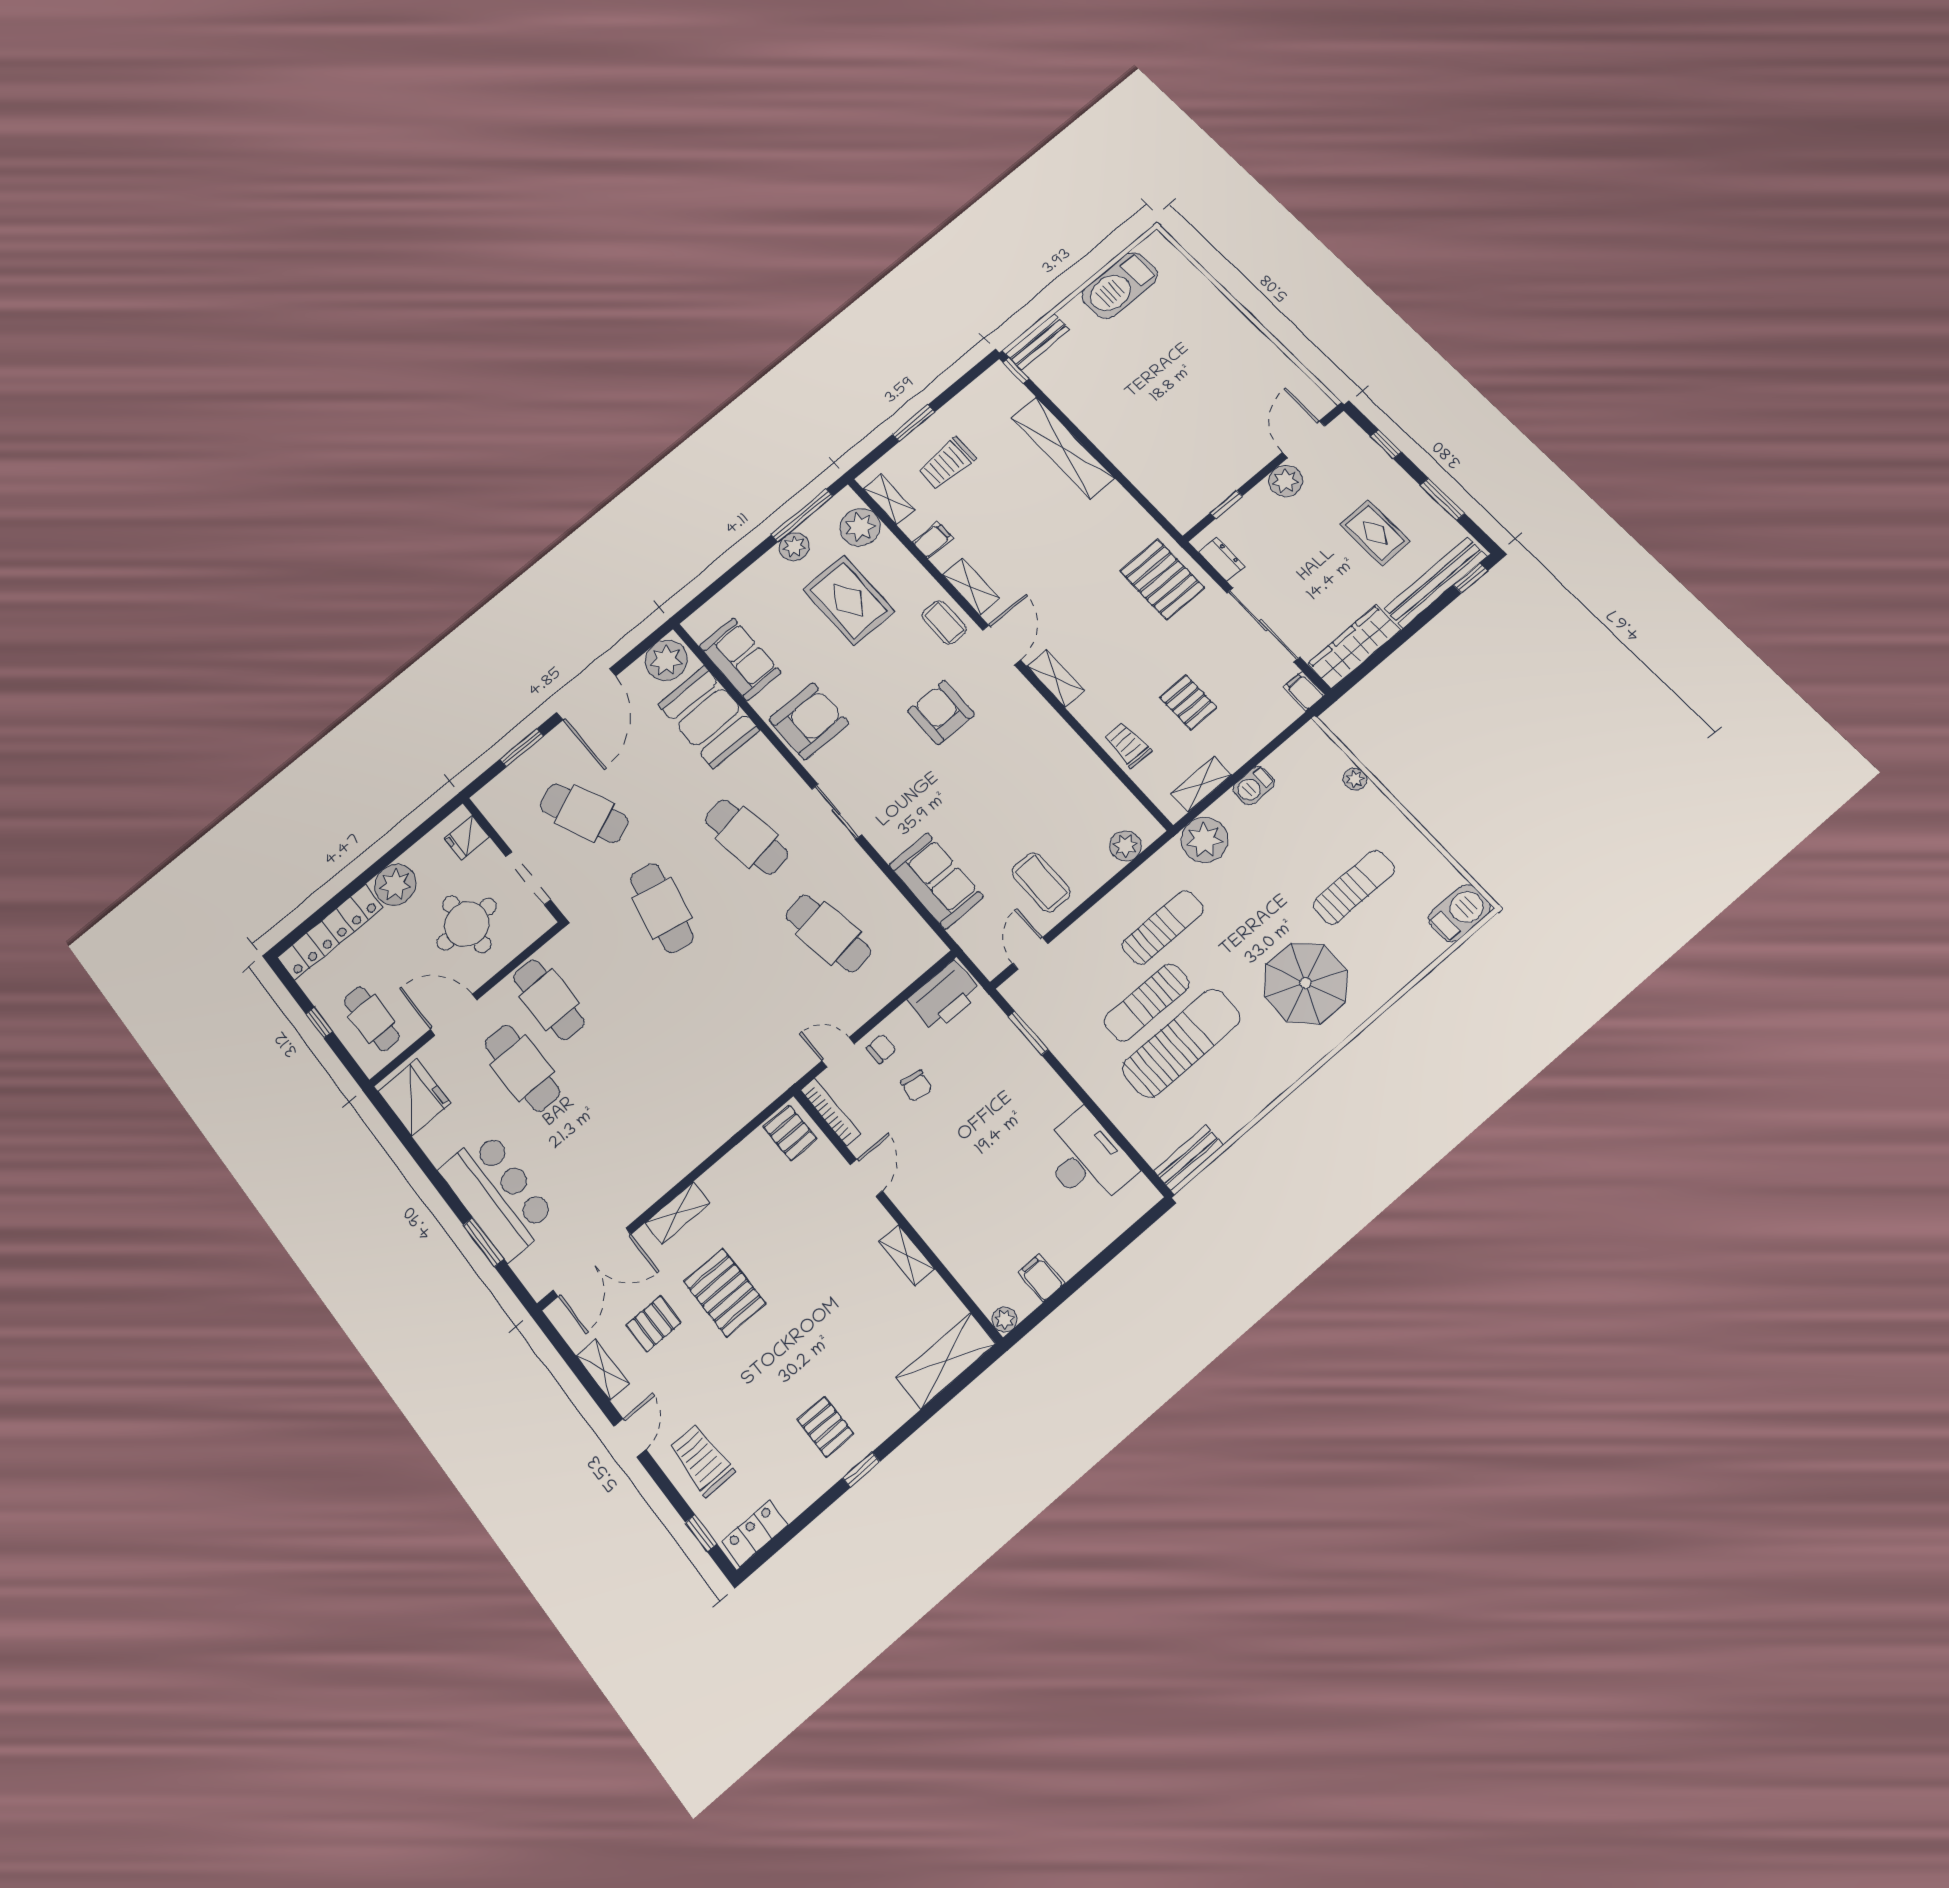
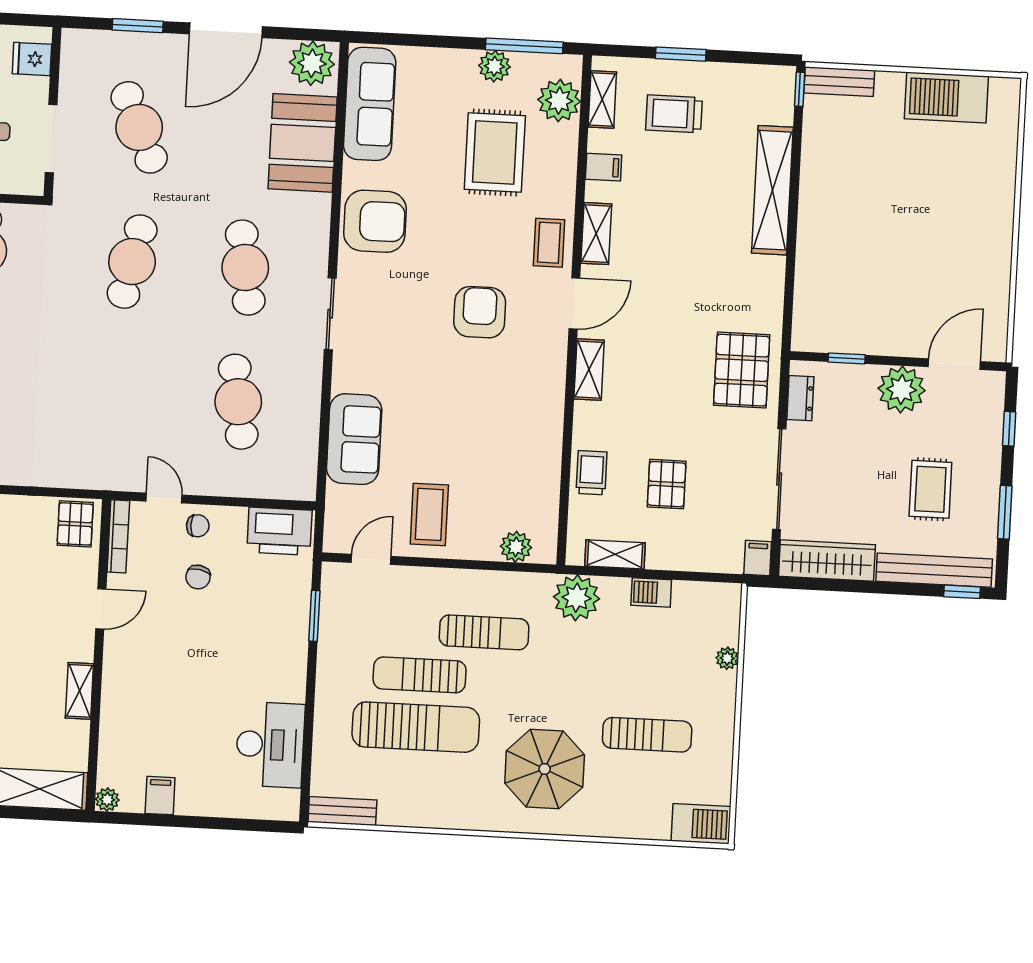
plant: (1286, 481) -> (901, 389), width x1.36, depth x1.36
sofa: (740, 659) -> (370, 104), width x1.36

